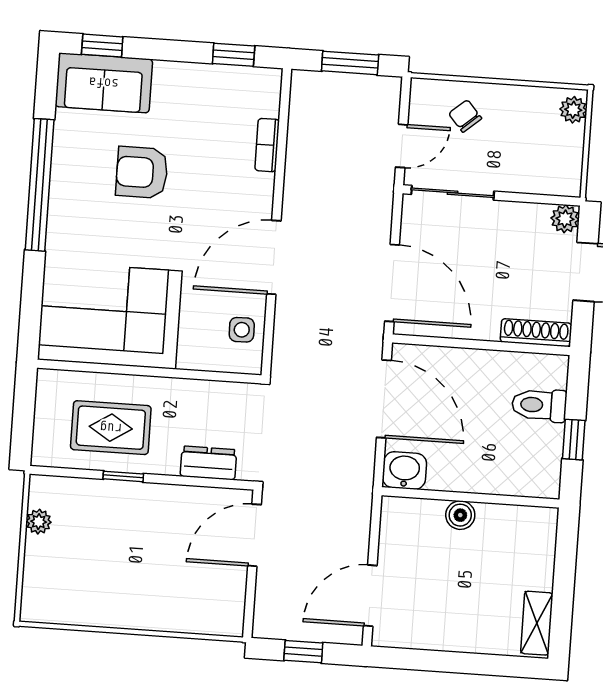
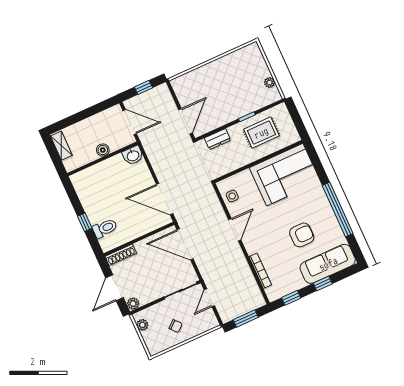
window: (102, 46) -> (323, 283), moved
sofa: (104, 83) -> (328, 264), width x1.36
plant: (573, 110) -> (142, 325), moved
chair: (465, 116) -> (176, 326), moved
bookcase: (267, 145) -> (260, 271), width x1.56
door: (274, 257) -> (235, 230), width x0.73
washbasin: (404, 471) -> (133, 155), moved
wall: (470, 497) -> (103, 159), moved
boiler: (460, 515) -> (103, 150), moved
door: (370, 596) -> (130, 122), hinge flipped

